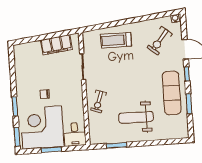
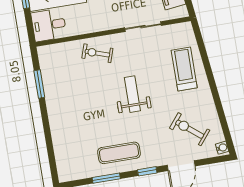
exercise mat: (172, 93) -> (119, 153), width x0.73, depth x0.69
weight bench: (136, 117) -> (132, 94), moved, width x0.73, depth x0.75

